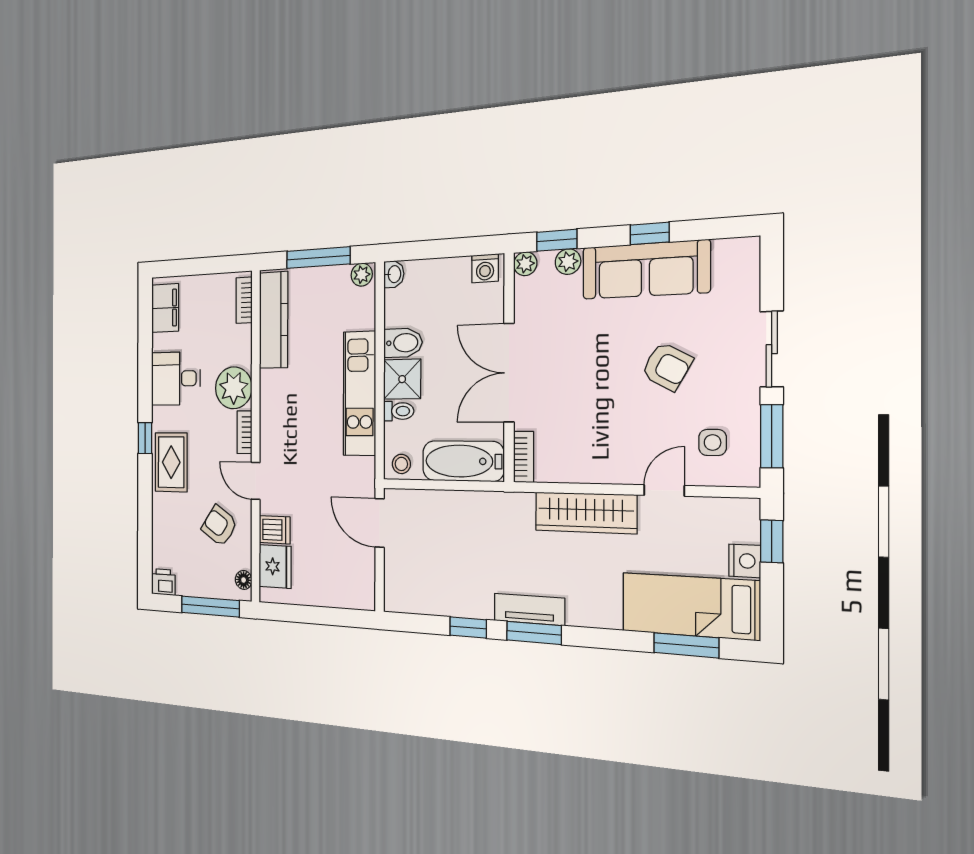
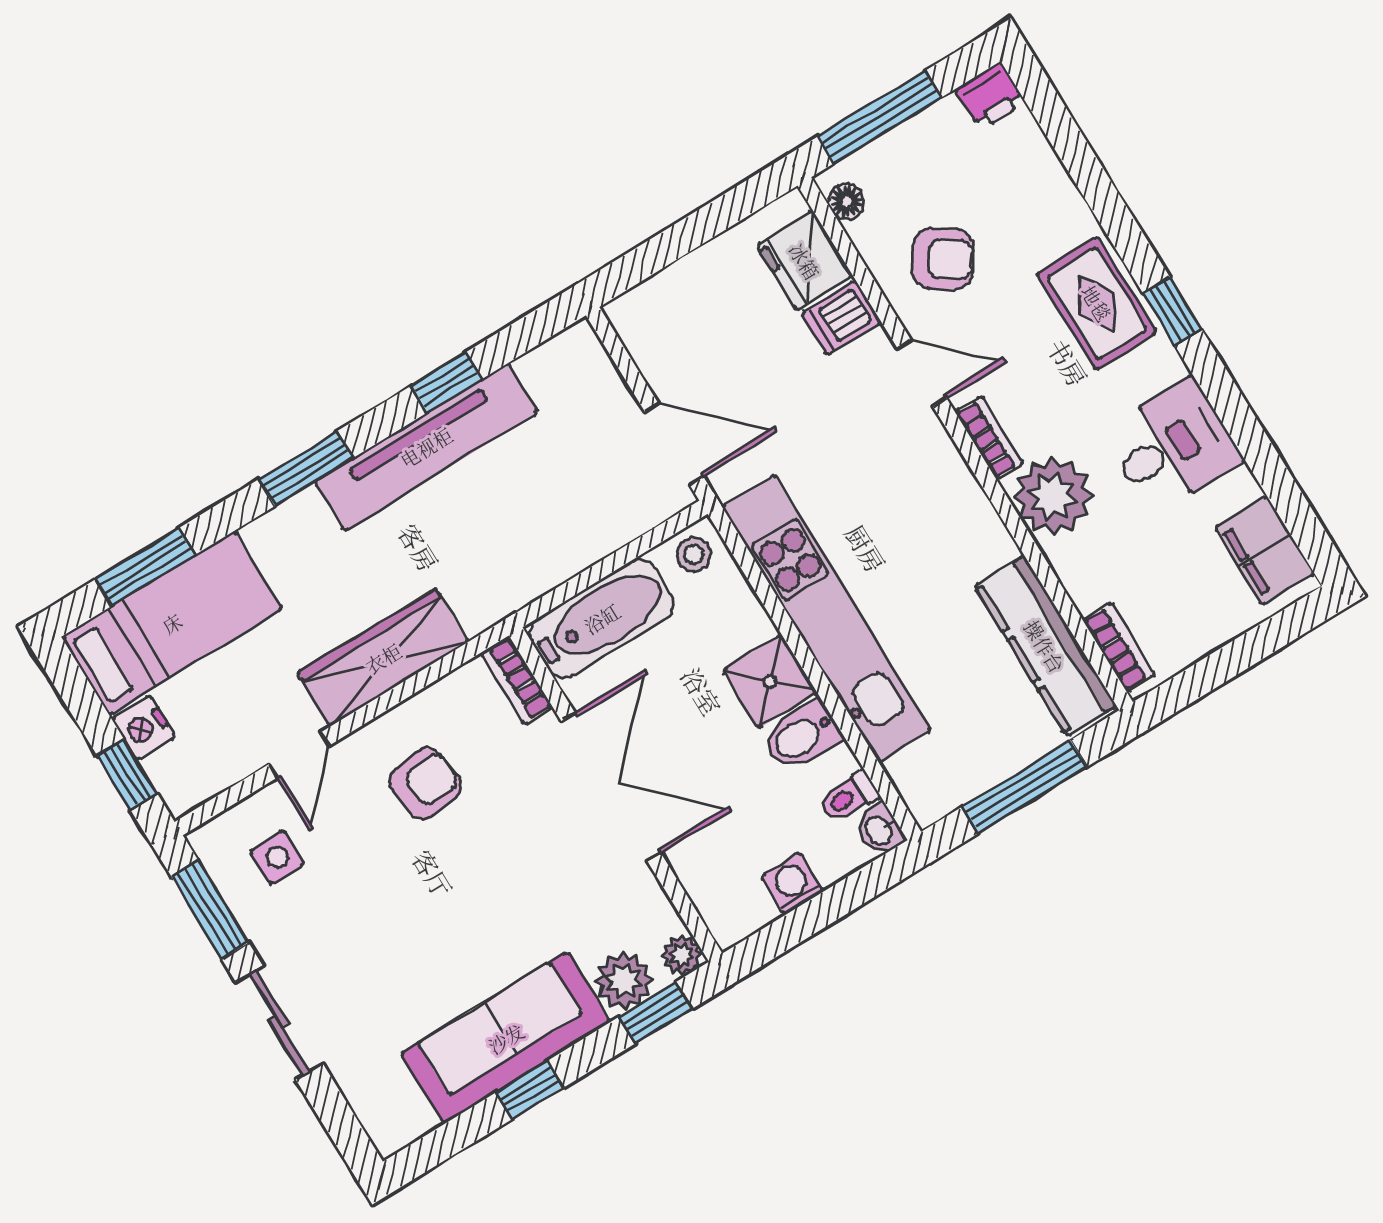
plant: (568, 262) -> (624, 981), width x1.38, depth x1.38
washing machine: (485, 268) -> (792, 884), moved
plant: (362, 275) -> (933, 801), removed
armchair: (667, 366) -> (425, 784), moved, turned 145
kitchen unit: (359, 393) -> (826, 619), width x1.36
toilet: (399, 411) -> (848, 797), moved
tv unit: (529, 609) -> (426, 447), width x1.92, depth x1.29
window: (534, 633) -> (306, 469), moved

